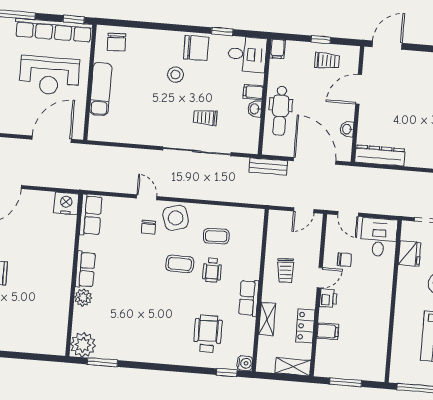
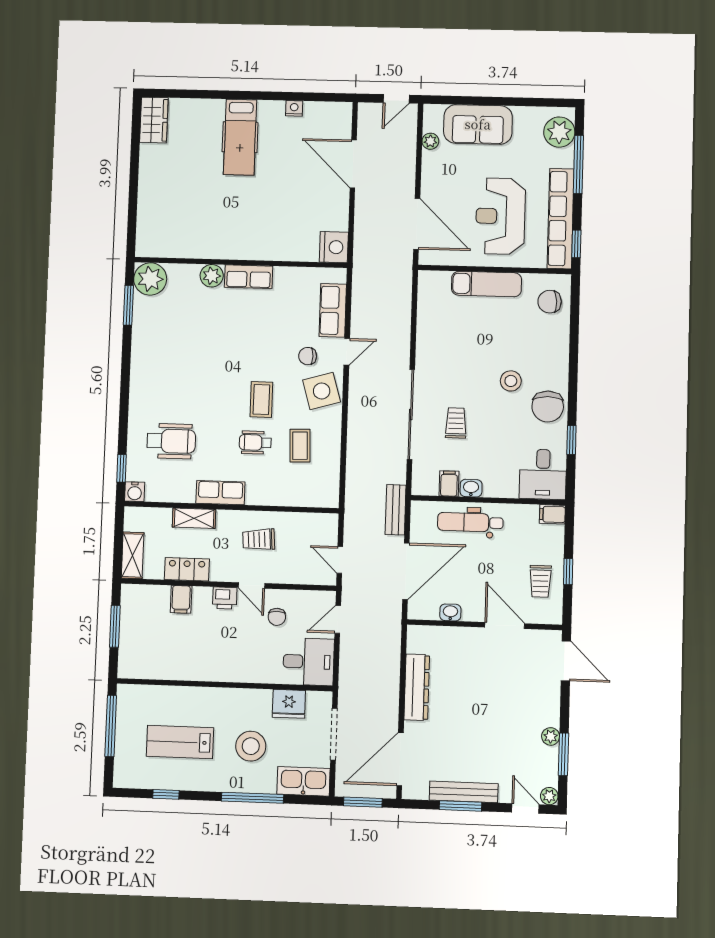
filing cabinet: (253, 92) -> (449, 484), moved
dresser: (380, 155) -> (417, 687), moved
row of seats: (91, 215) -> (333, 310), moved, turned 90

